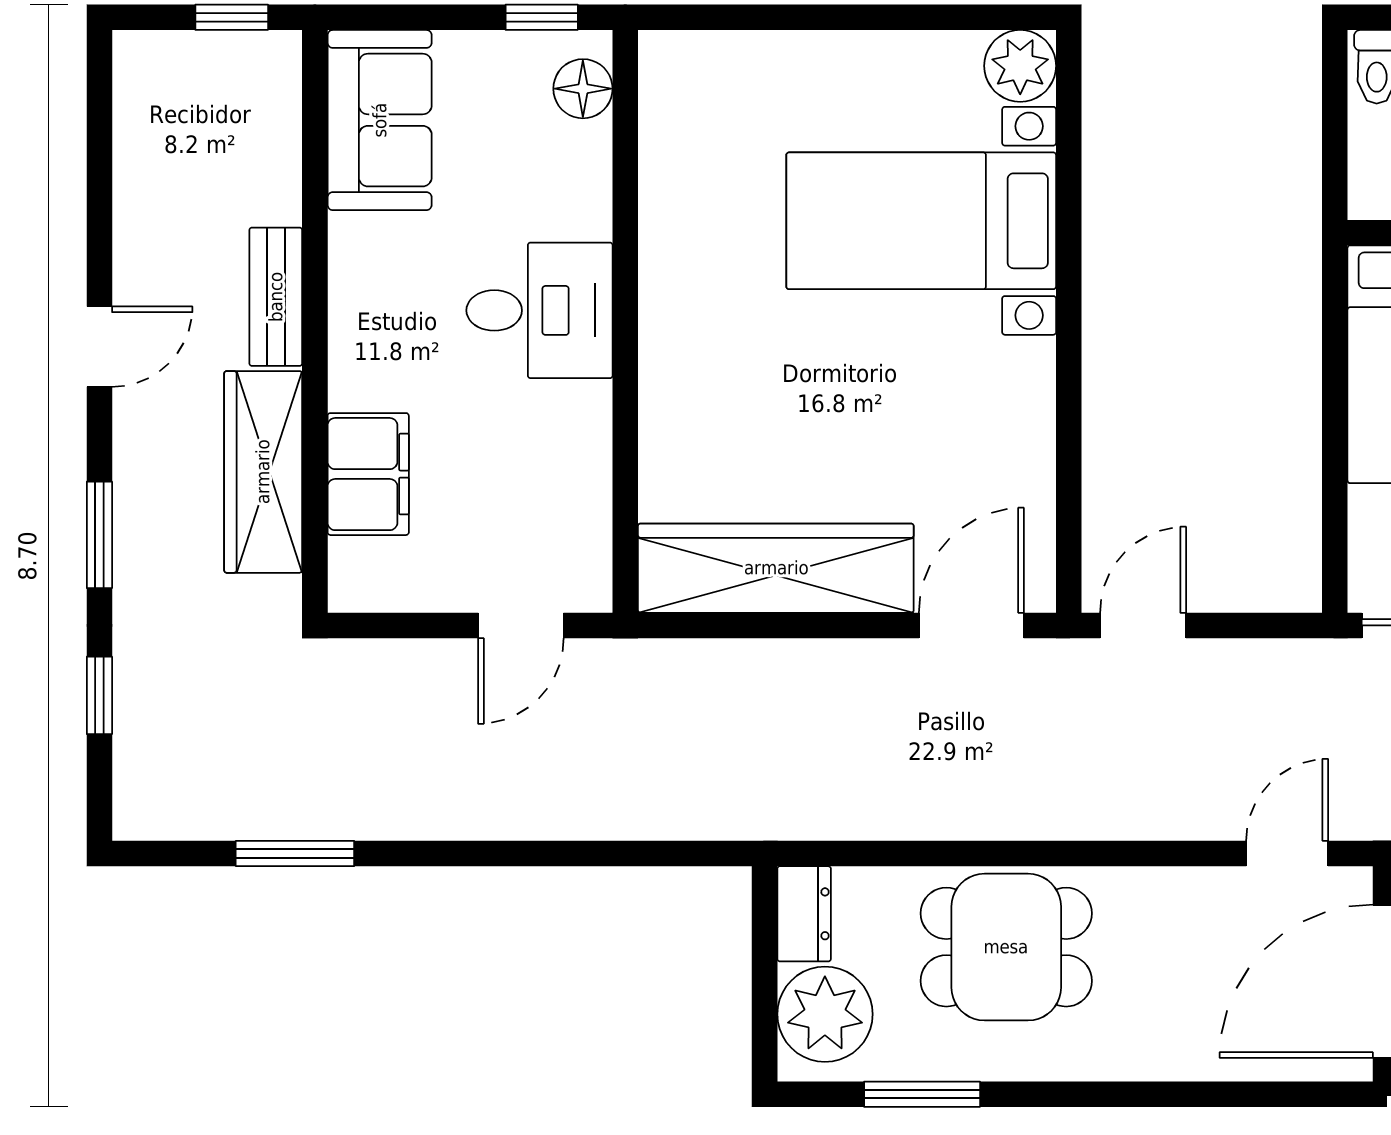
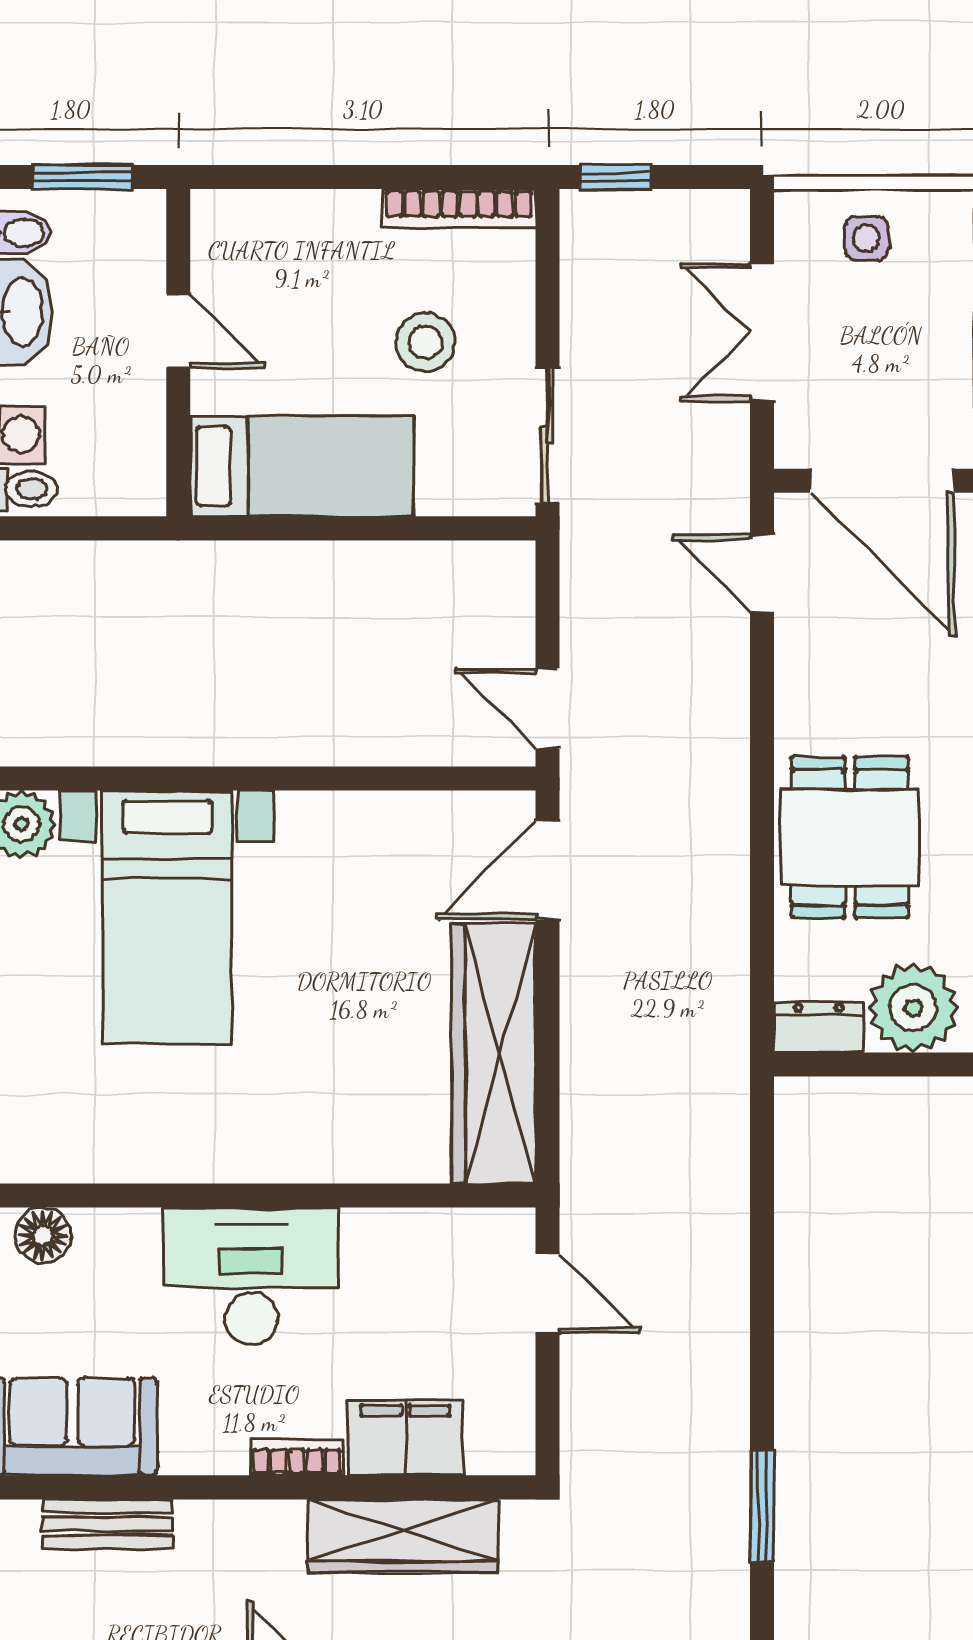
bench: (276, 297) -> (107, 1524), moved
desk: (539, 310) -> (251, 1276), width x1.37
bookcase: (347, 359) -> (297, 1457), added
door: (971, 625) -> (548, 870), hinge flipped

